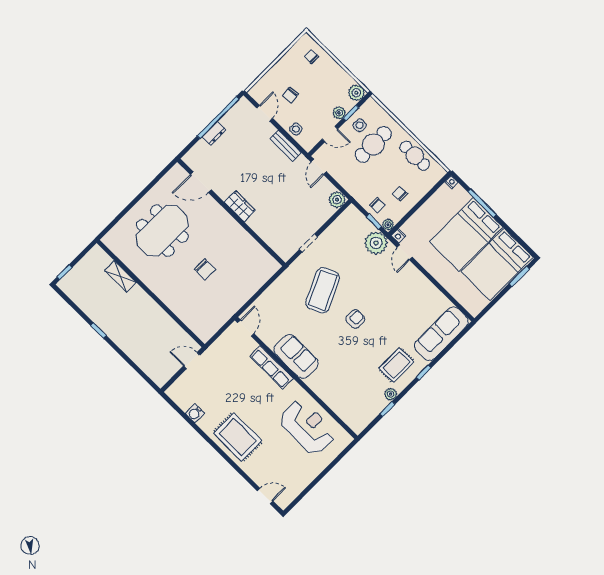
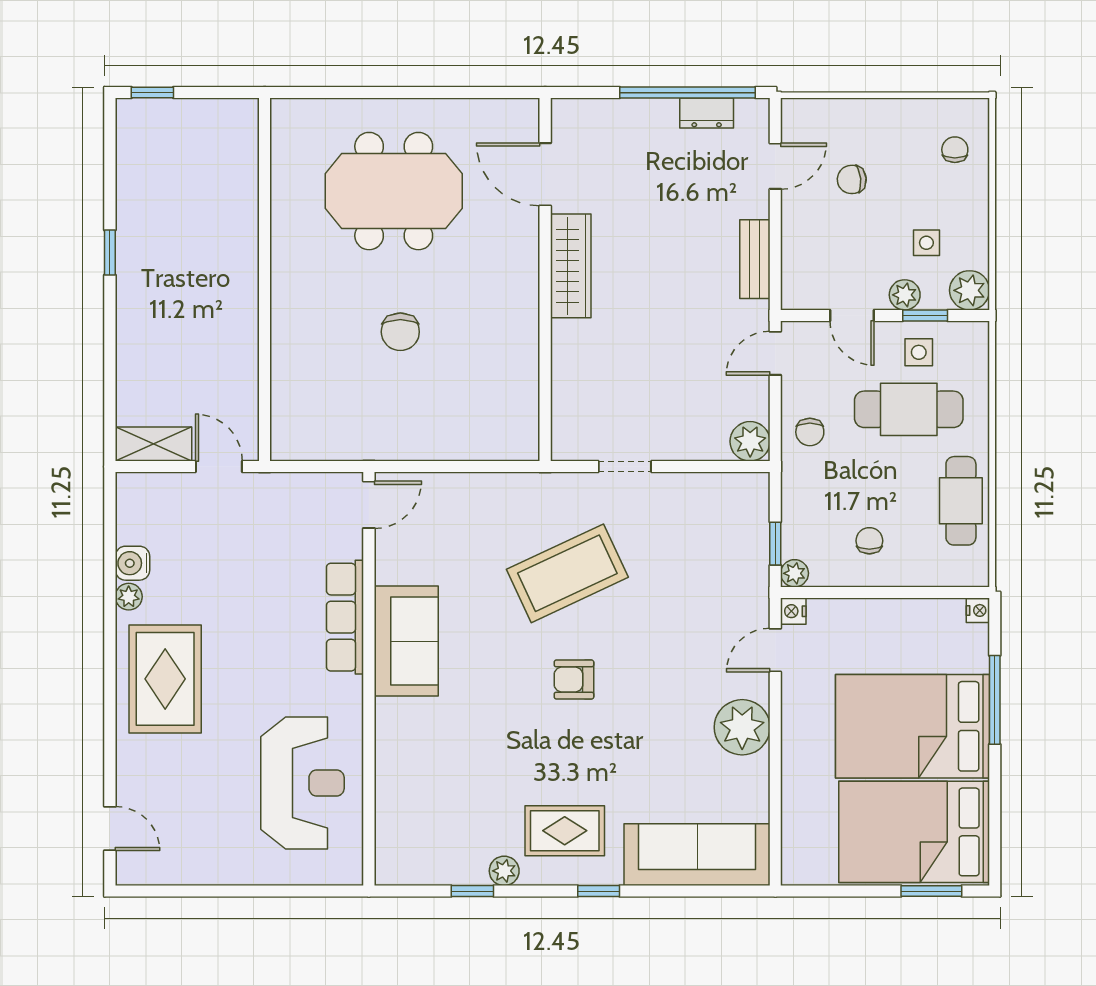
side table: (296, 129) -> (926, 243), moved
dresser: (214, 133) -> (707, 113), moved
chair: (377, 205) -> (810, 432), moved
wardrobe: (240, 206) -> (571, 266), width x1.50
plant: (376, 243) -> (742, 727), moved
shelving: (121, 277) -> (153, 444), moved, turned 90
armchair: (355, 319) -> (574, 680), turned 180
plant: (203, 424) -> (129, 597), added

